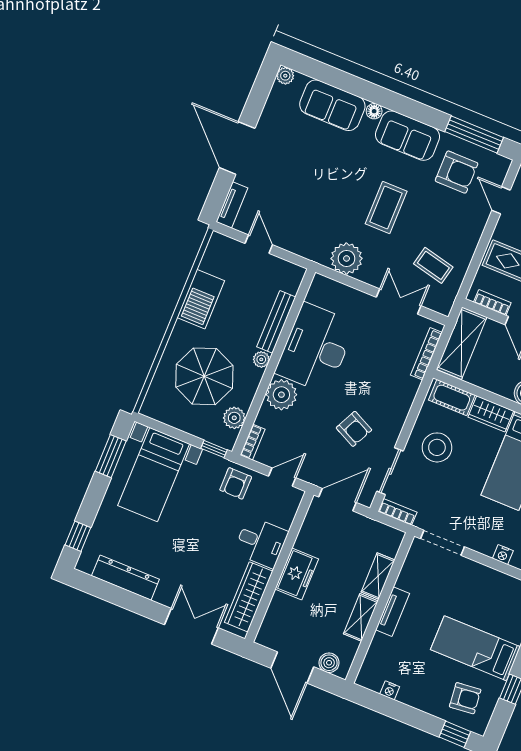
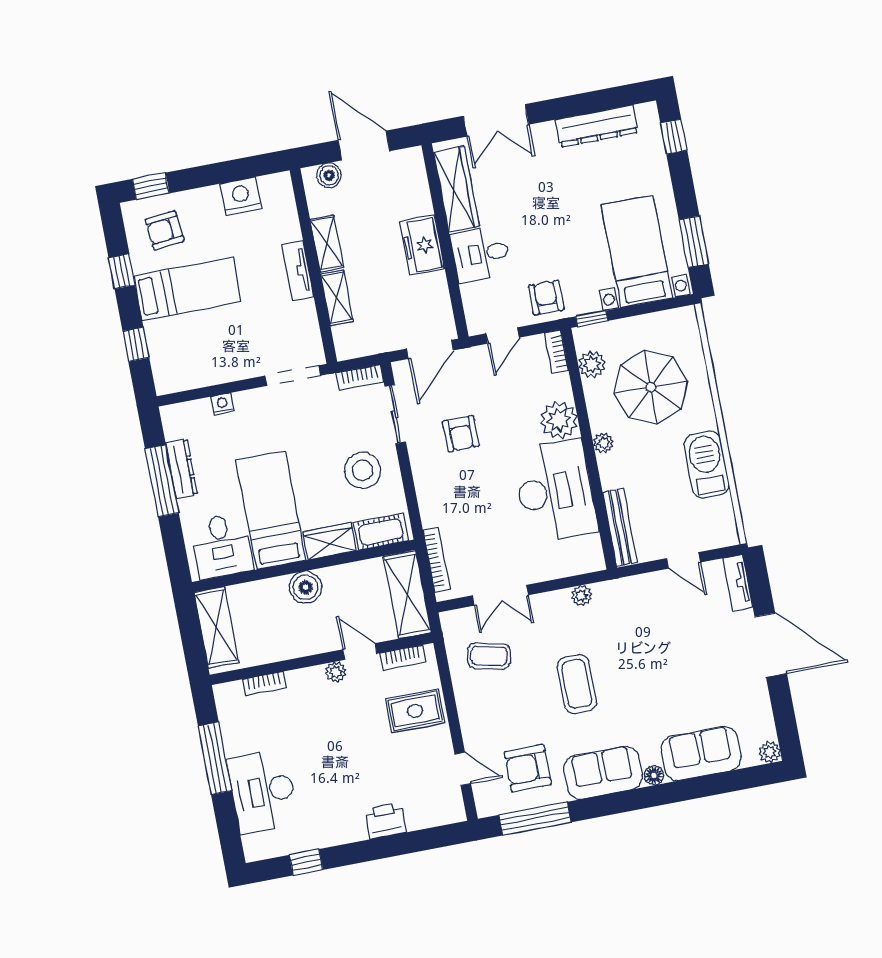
plant: (347, 258) -> (582, 596), width x0.53, depth x0.53
bench: (276, 322) -> (620, 528), moved
armchair: (354, 429) -> (461, 434), turned -116
nightstand: (390, 690) -> (241, 196), width x1.89, depth x1.79

